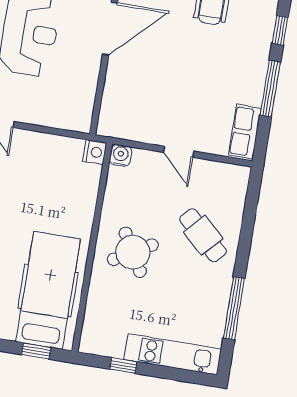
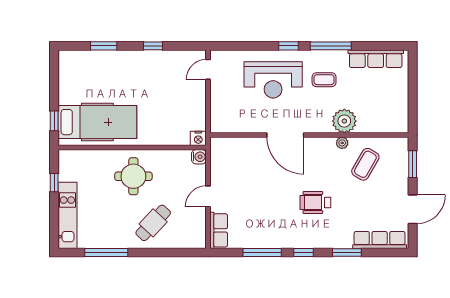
row of seats: (245, 132) -> (219, 230), moved, turned 90
round table: (133, 252) -> (133, 176), turned 30

